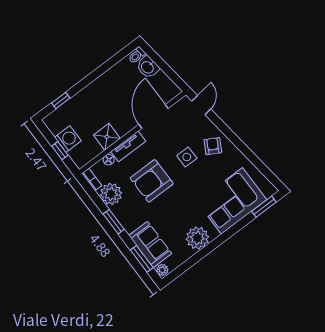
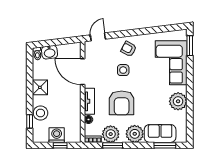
stool: (78, 105) -> (40, 113), added
door: (201, 105) -> (98, 37), hinge flipped
shower: (107, 137) -> (40, 87), moved
window: (114, 222) -> (113, 145), moved
plant: (162, 270) -> (135, 134), moved, width x1.88, depth x1.88

